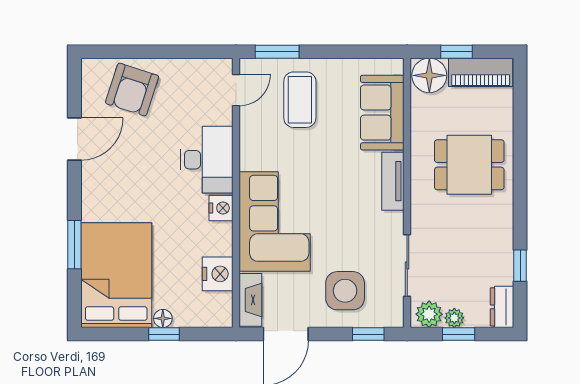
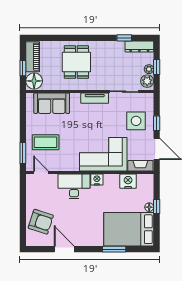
tv unit: (393, 181) -> (95, 98), moved
dresser: (502, 307) -> (139, 47), width x1.44
window: (368, 334) -> (157, 123), moved

